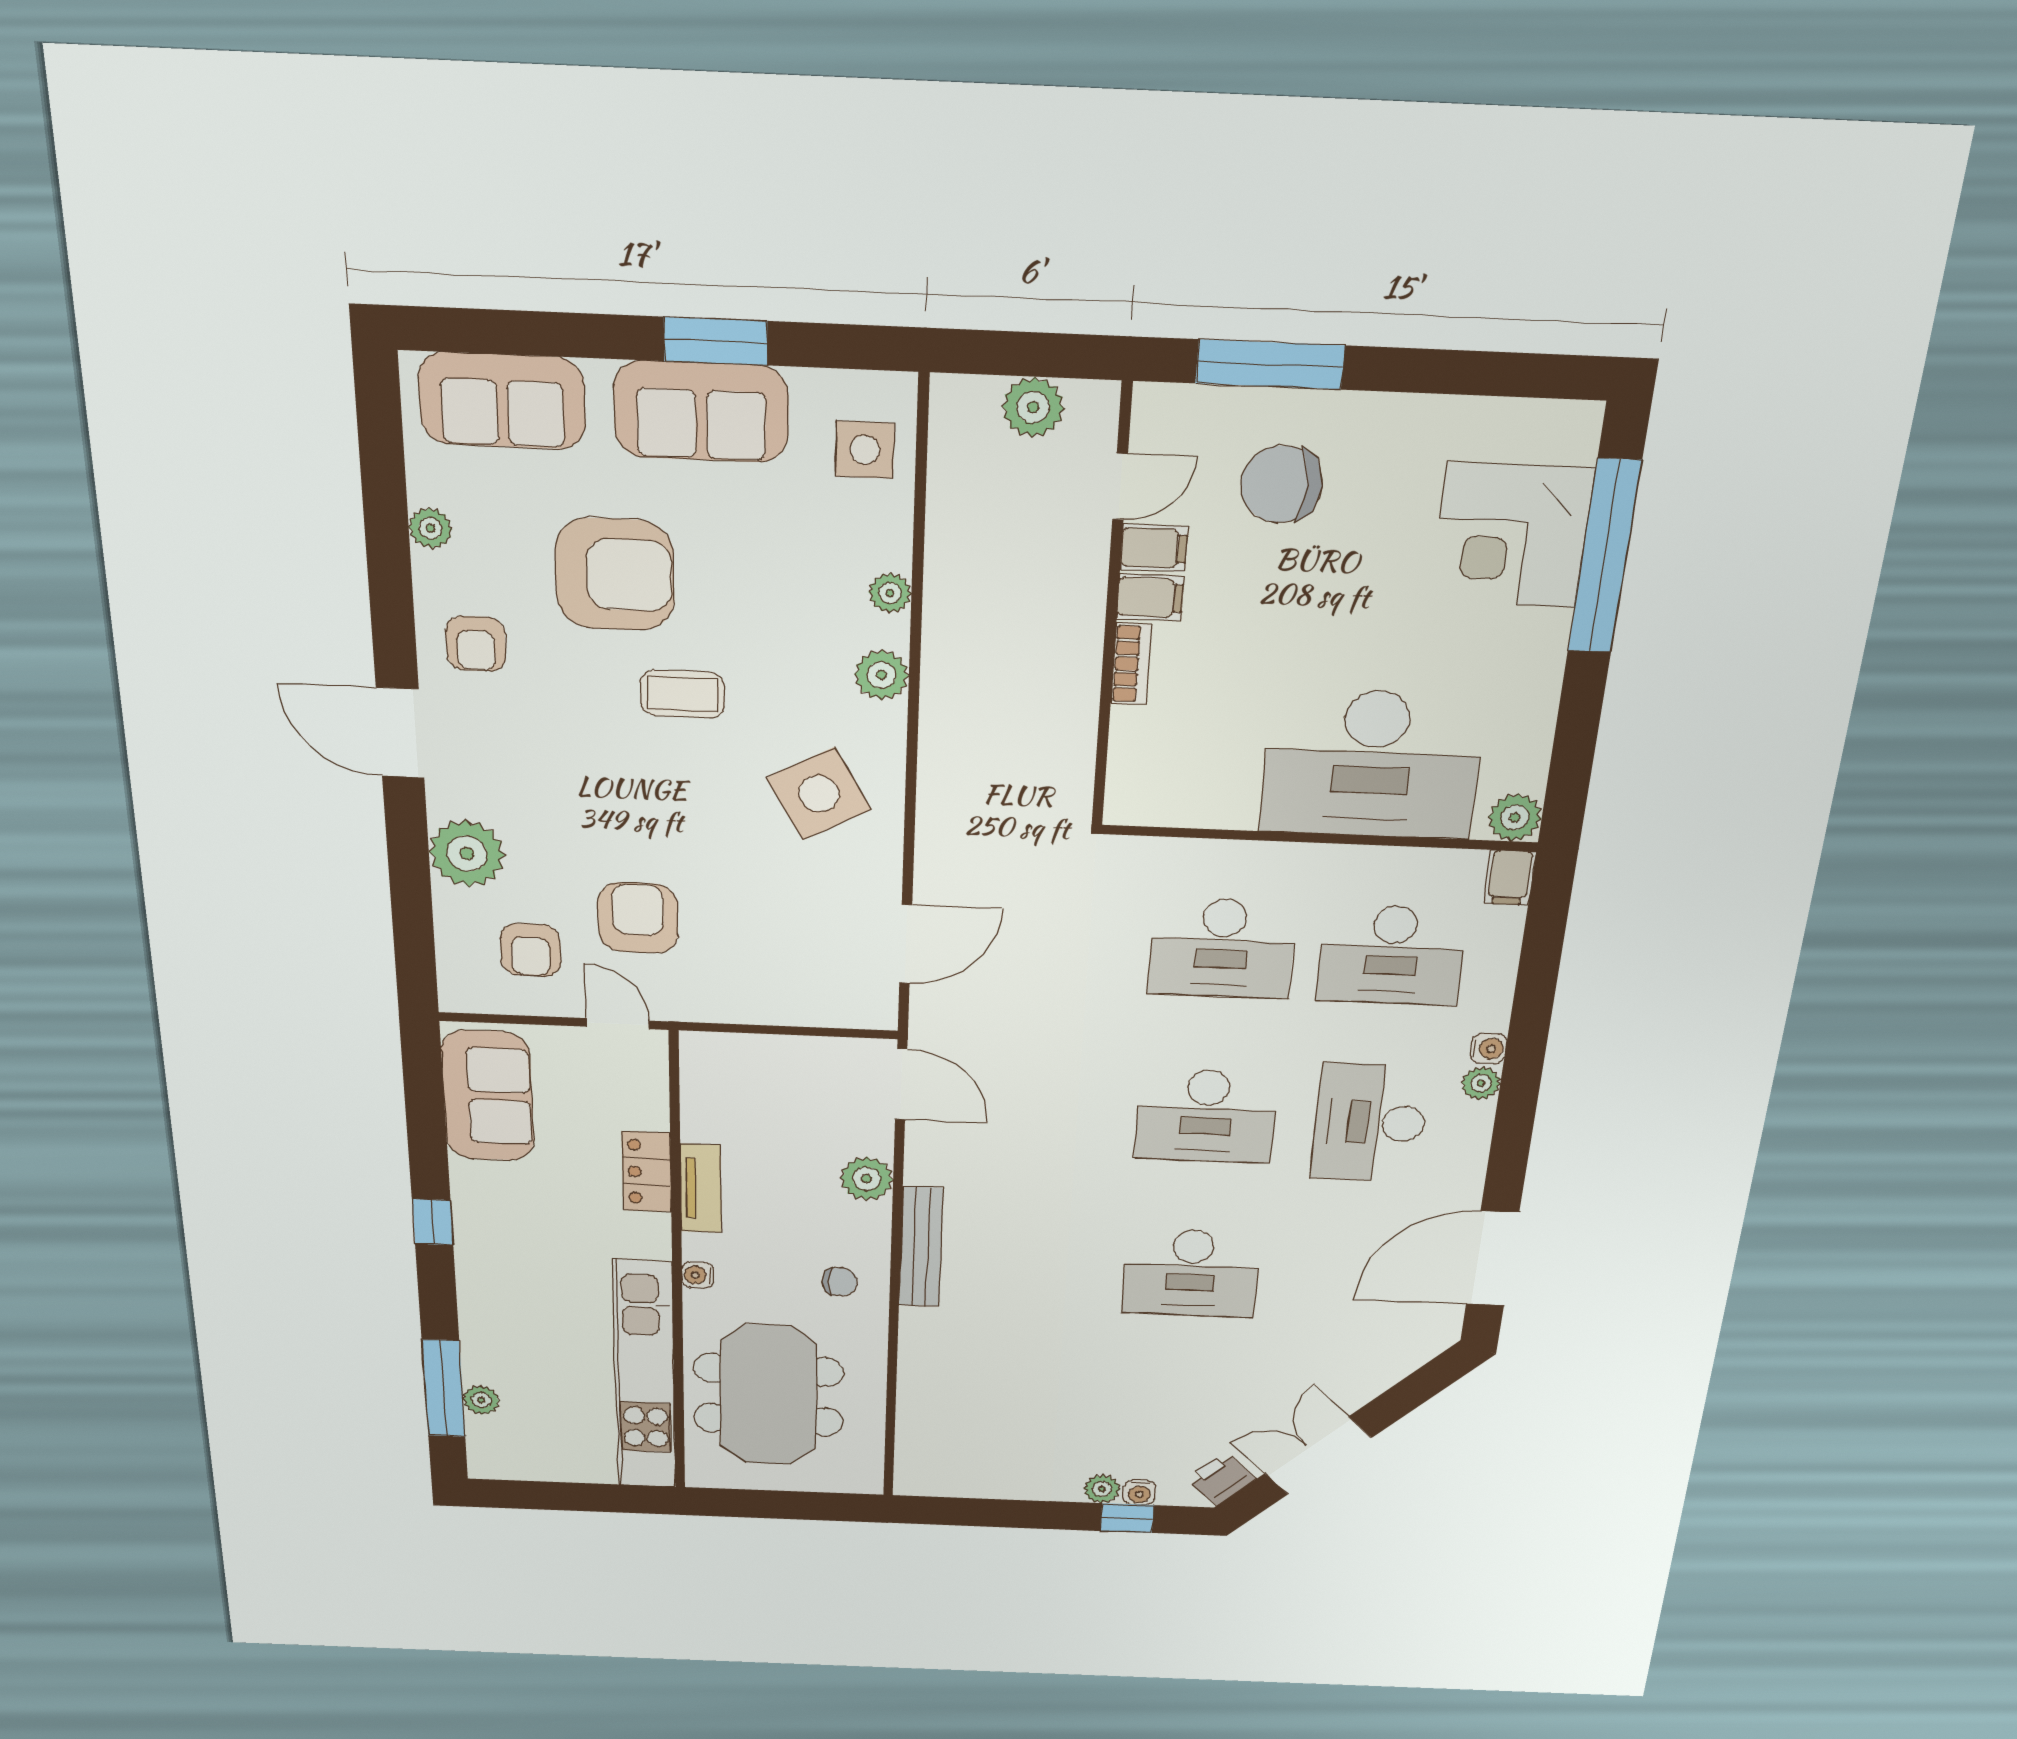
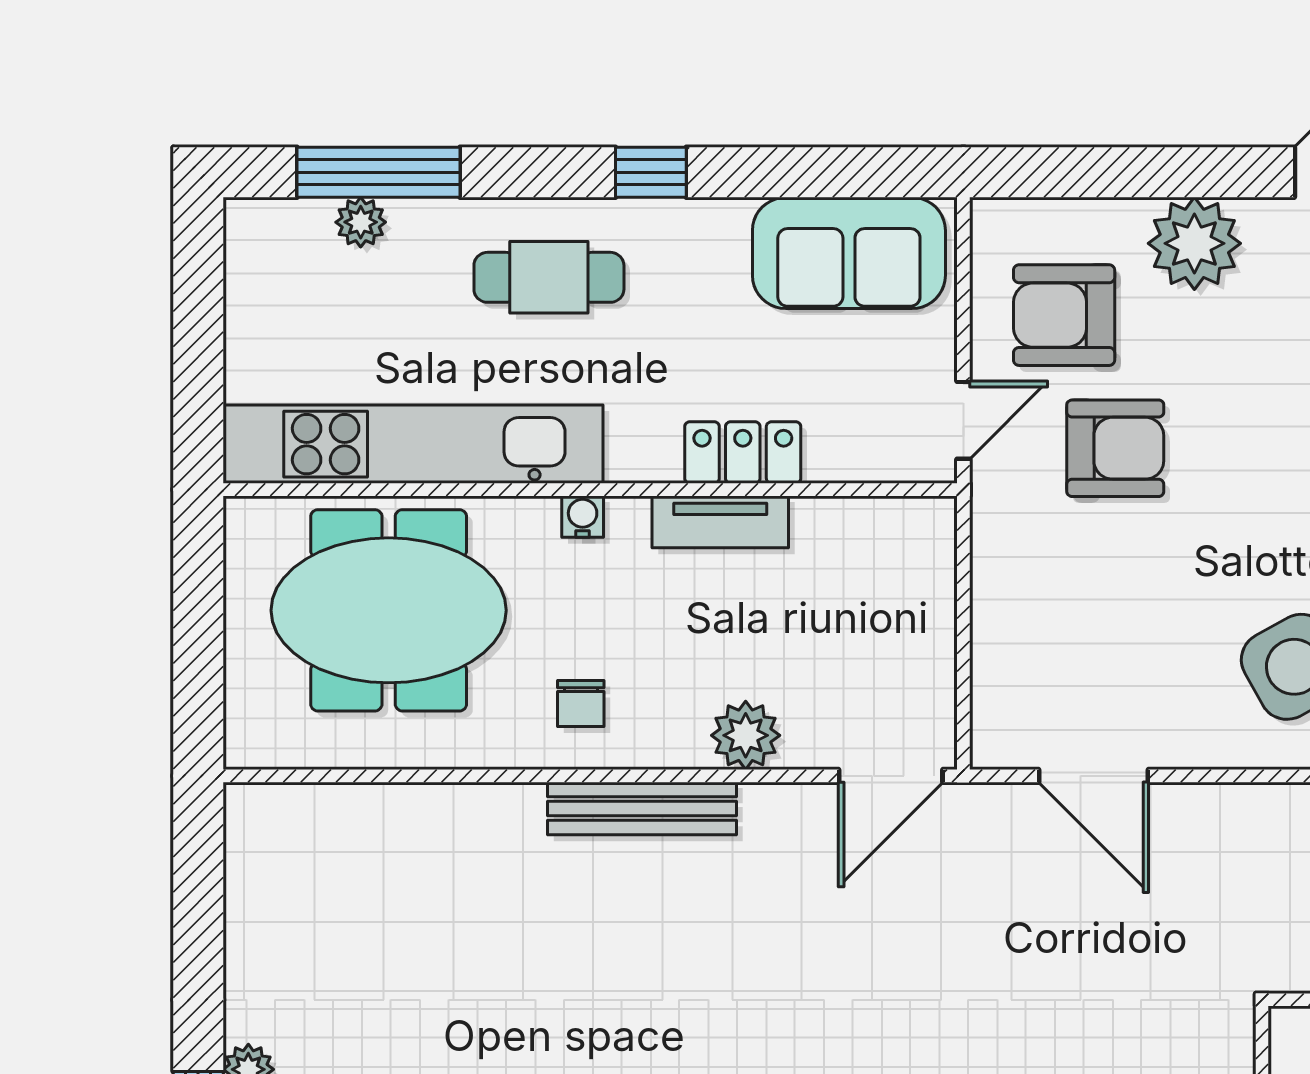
armchair: (531, 950) -> (1064, 315), width x1.38, depth x1.38
cafe table: (517, 1289) -> (549, 277), added

